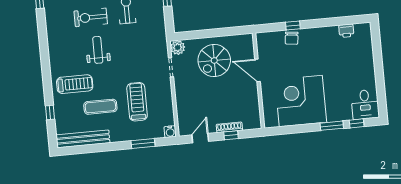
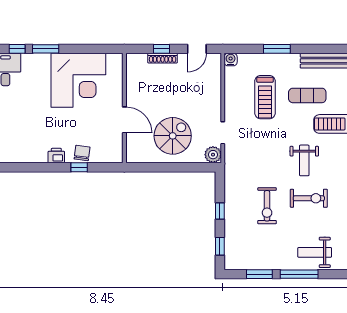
printer: (346, 31) -> (56, 156), moved
window: (143, 144) -> (277, 49), moved

